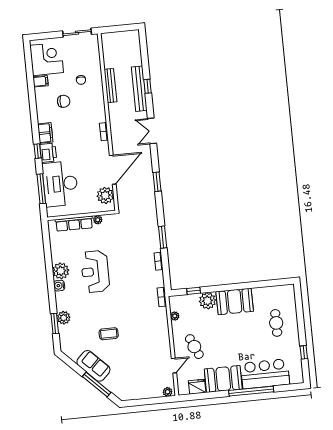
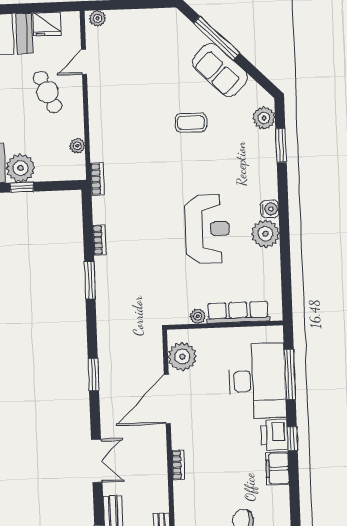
window: (194, 291) -> (22, 187), moved
plant: (64, 318) -> (264, 118), moved

